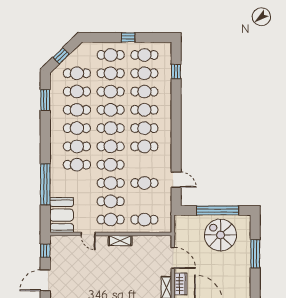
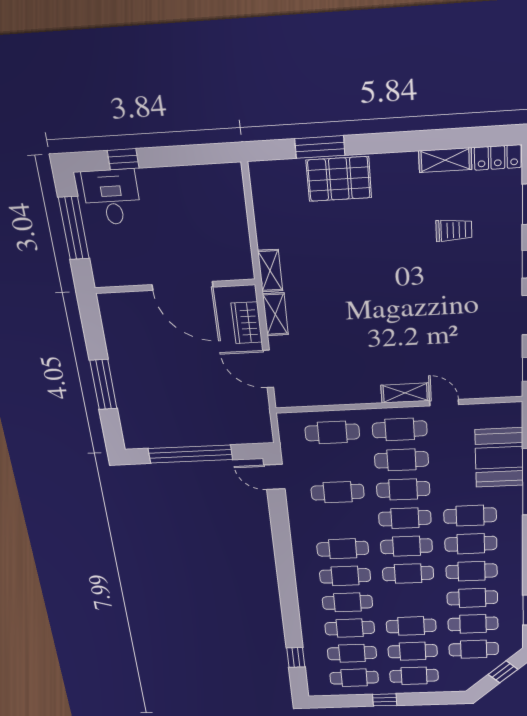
cafe table: (111, 110) -> (410, 600), removed
door: (176, 180) -> (274, 477), moved
booth: (62, 215) -> (499, 458), moved
spiral stairs: (221, 235) -> (178, 413), removed
shelving: (120, 241) -> (405, 393), moved

